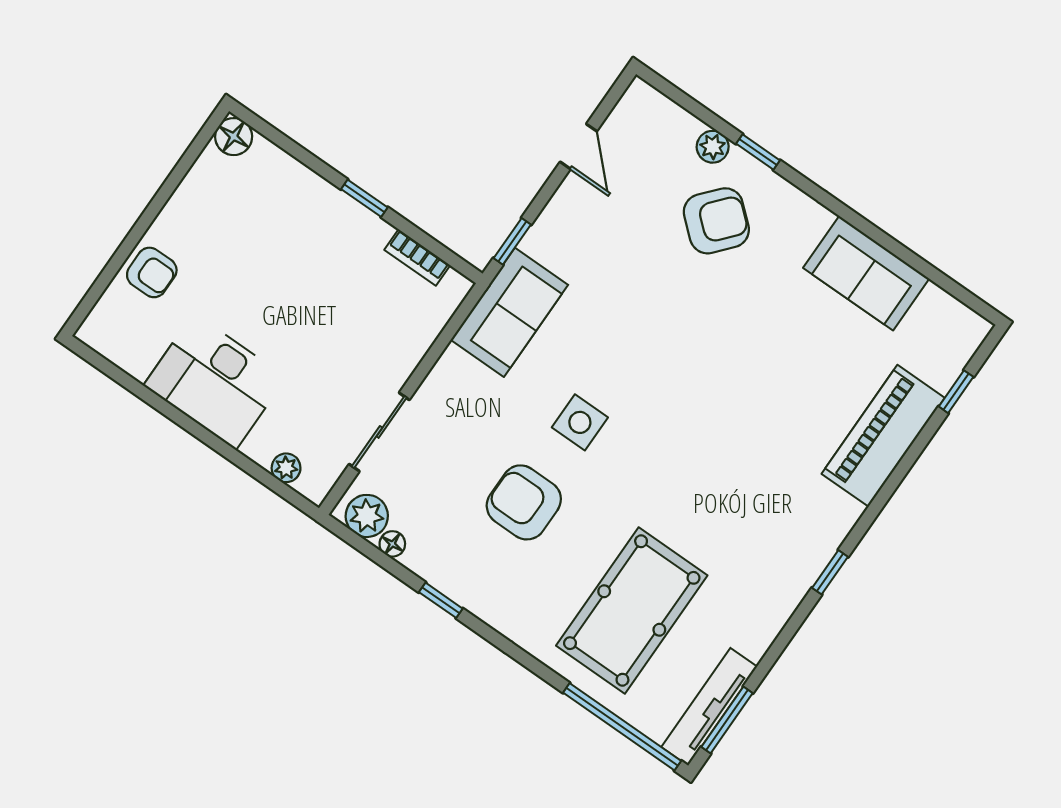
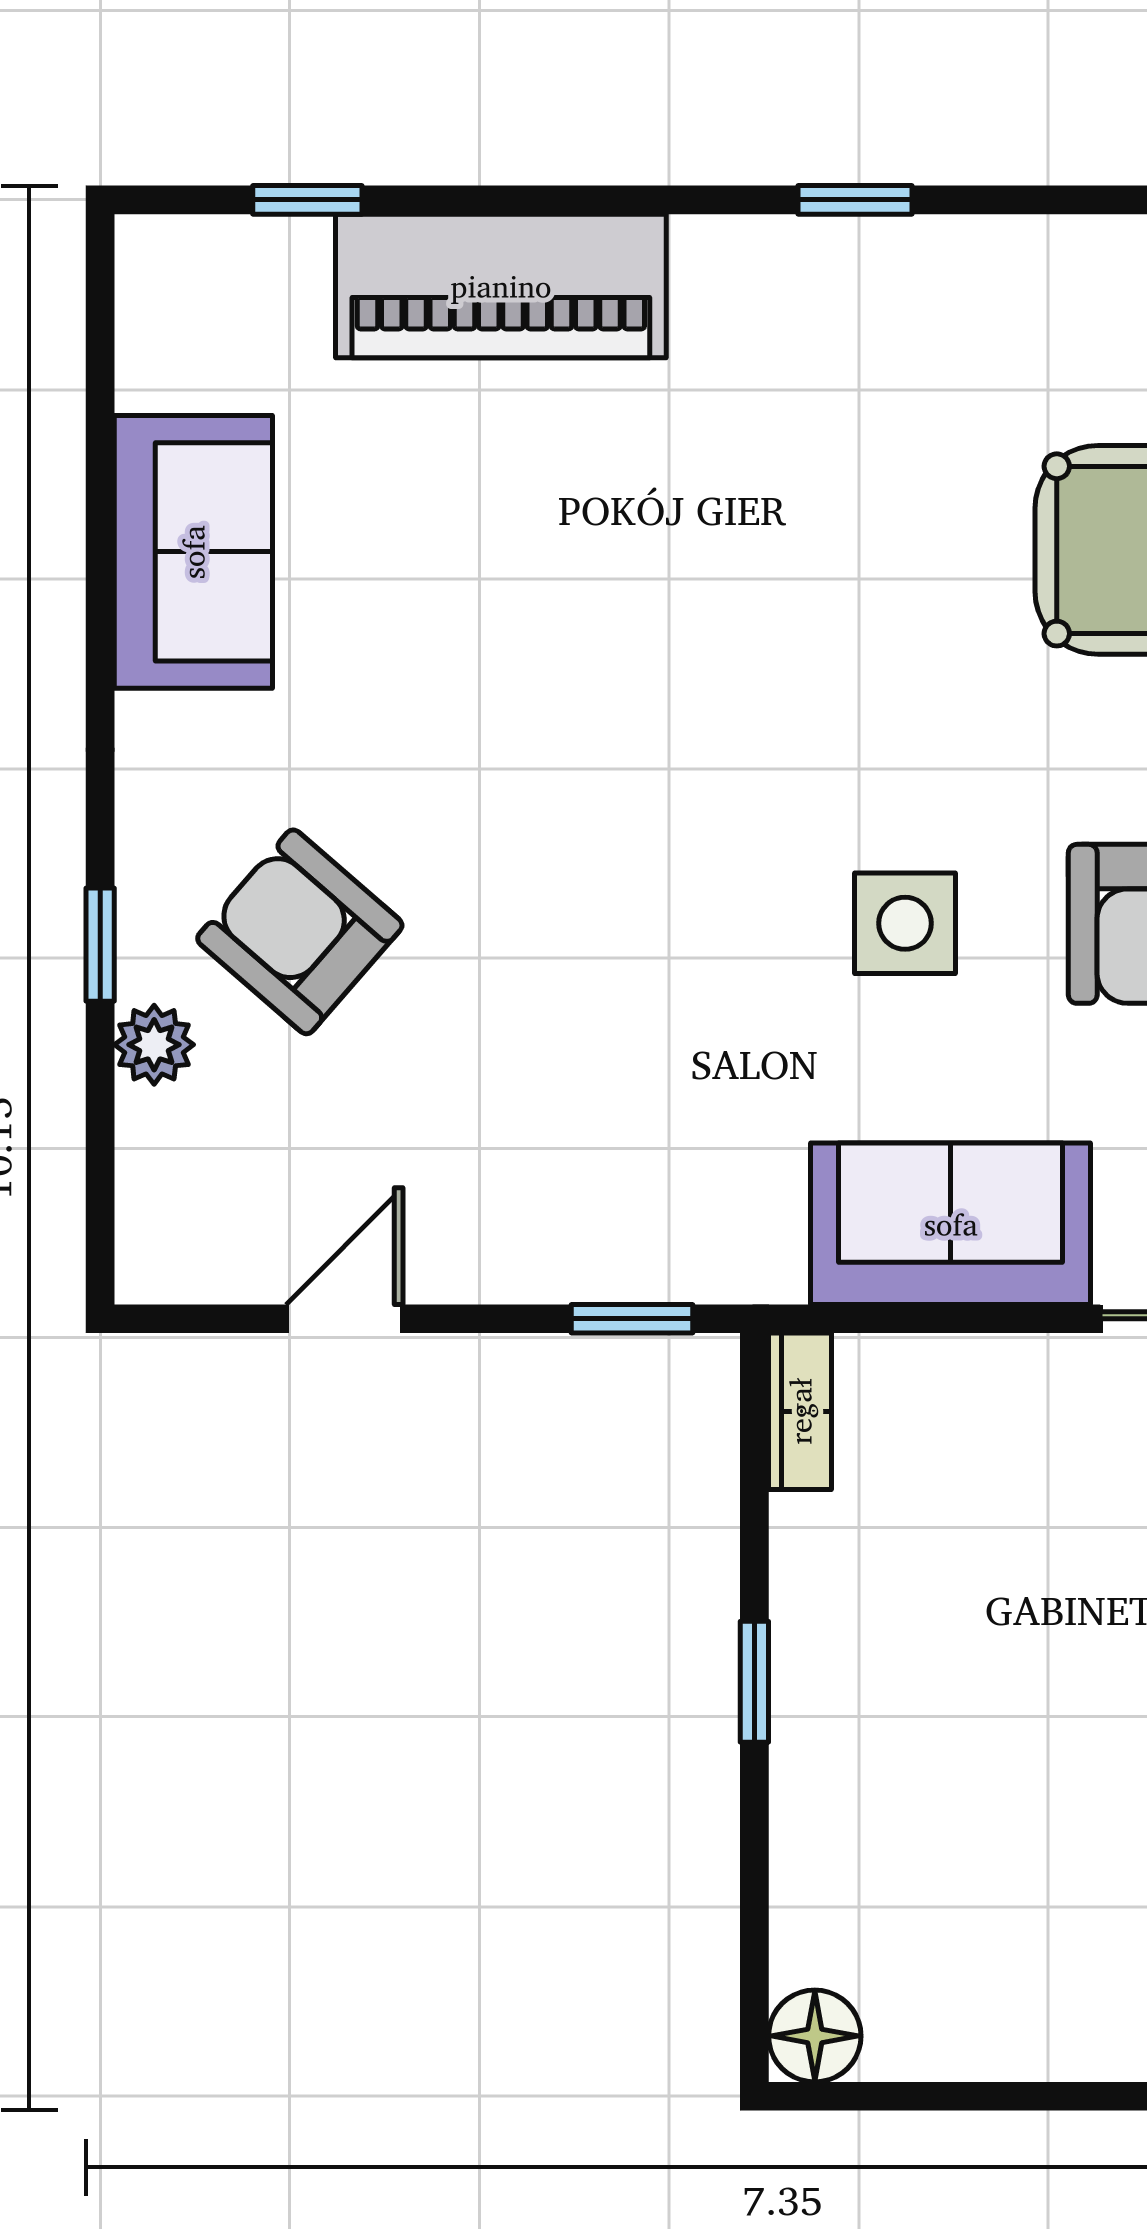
bookcase: (417, 257) -> (800, 1411), moved
sofa: (509, 312) -> (951, 1224), moved

